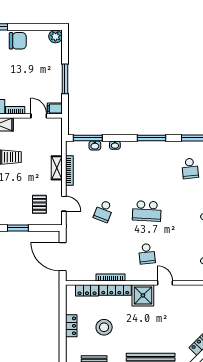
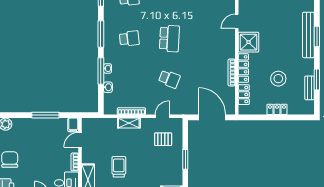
window: (88, 138) -> (101, 71), moved
school desk: (147, 254) -> (129, 38), moved
door: (63, 257) -> (212, 117), swing flipped

